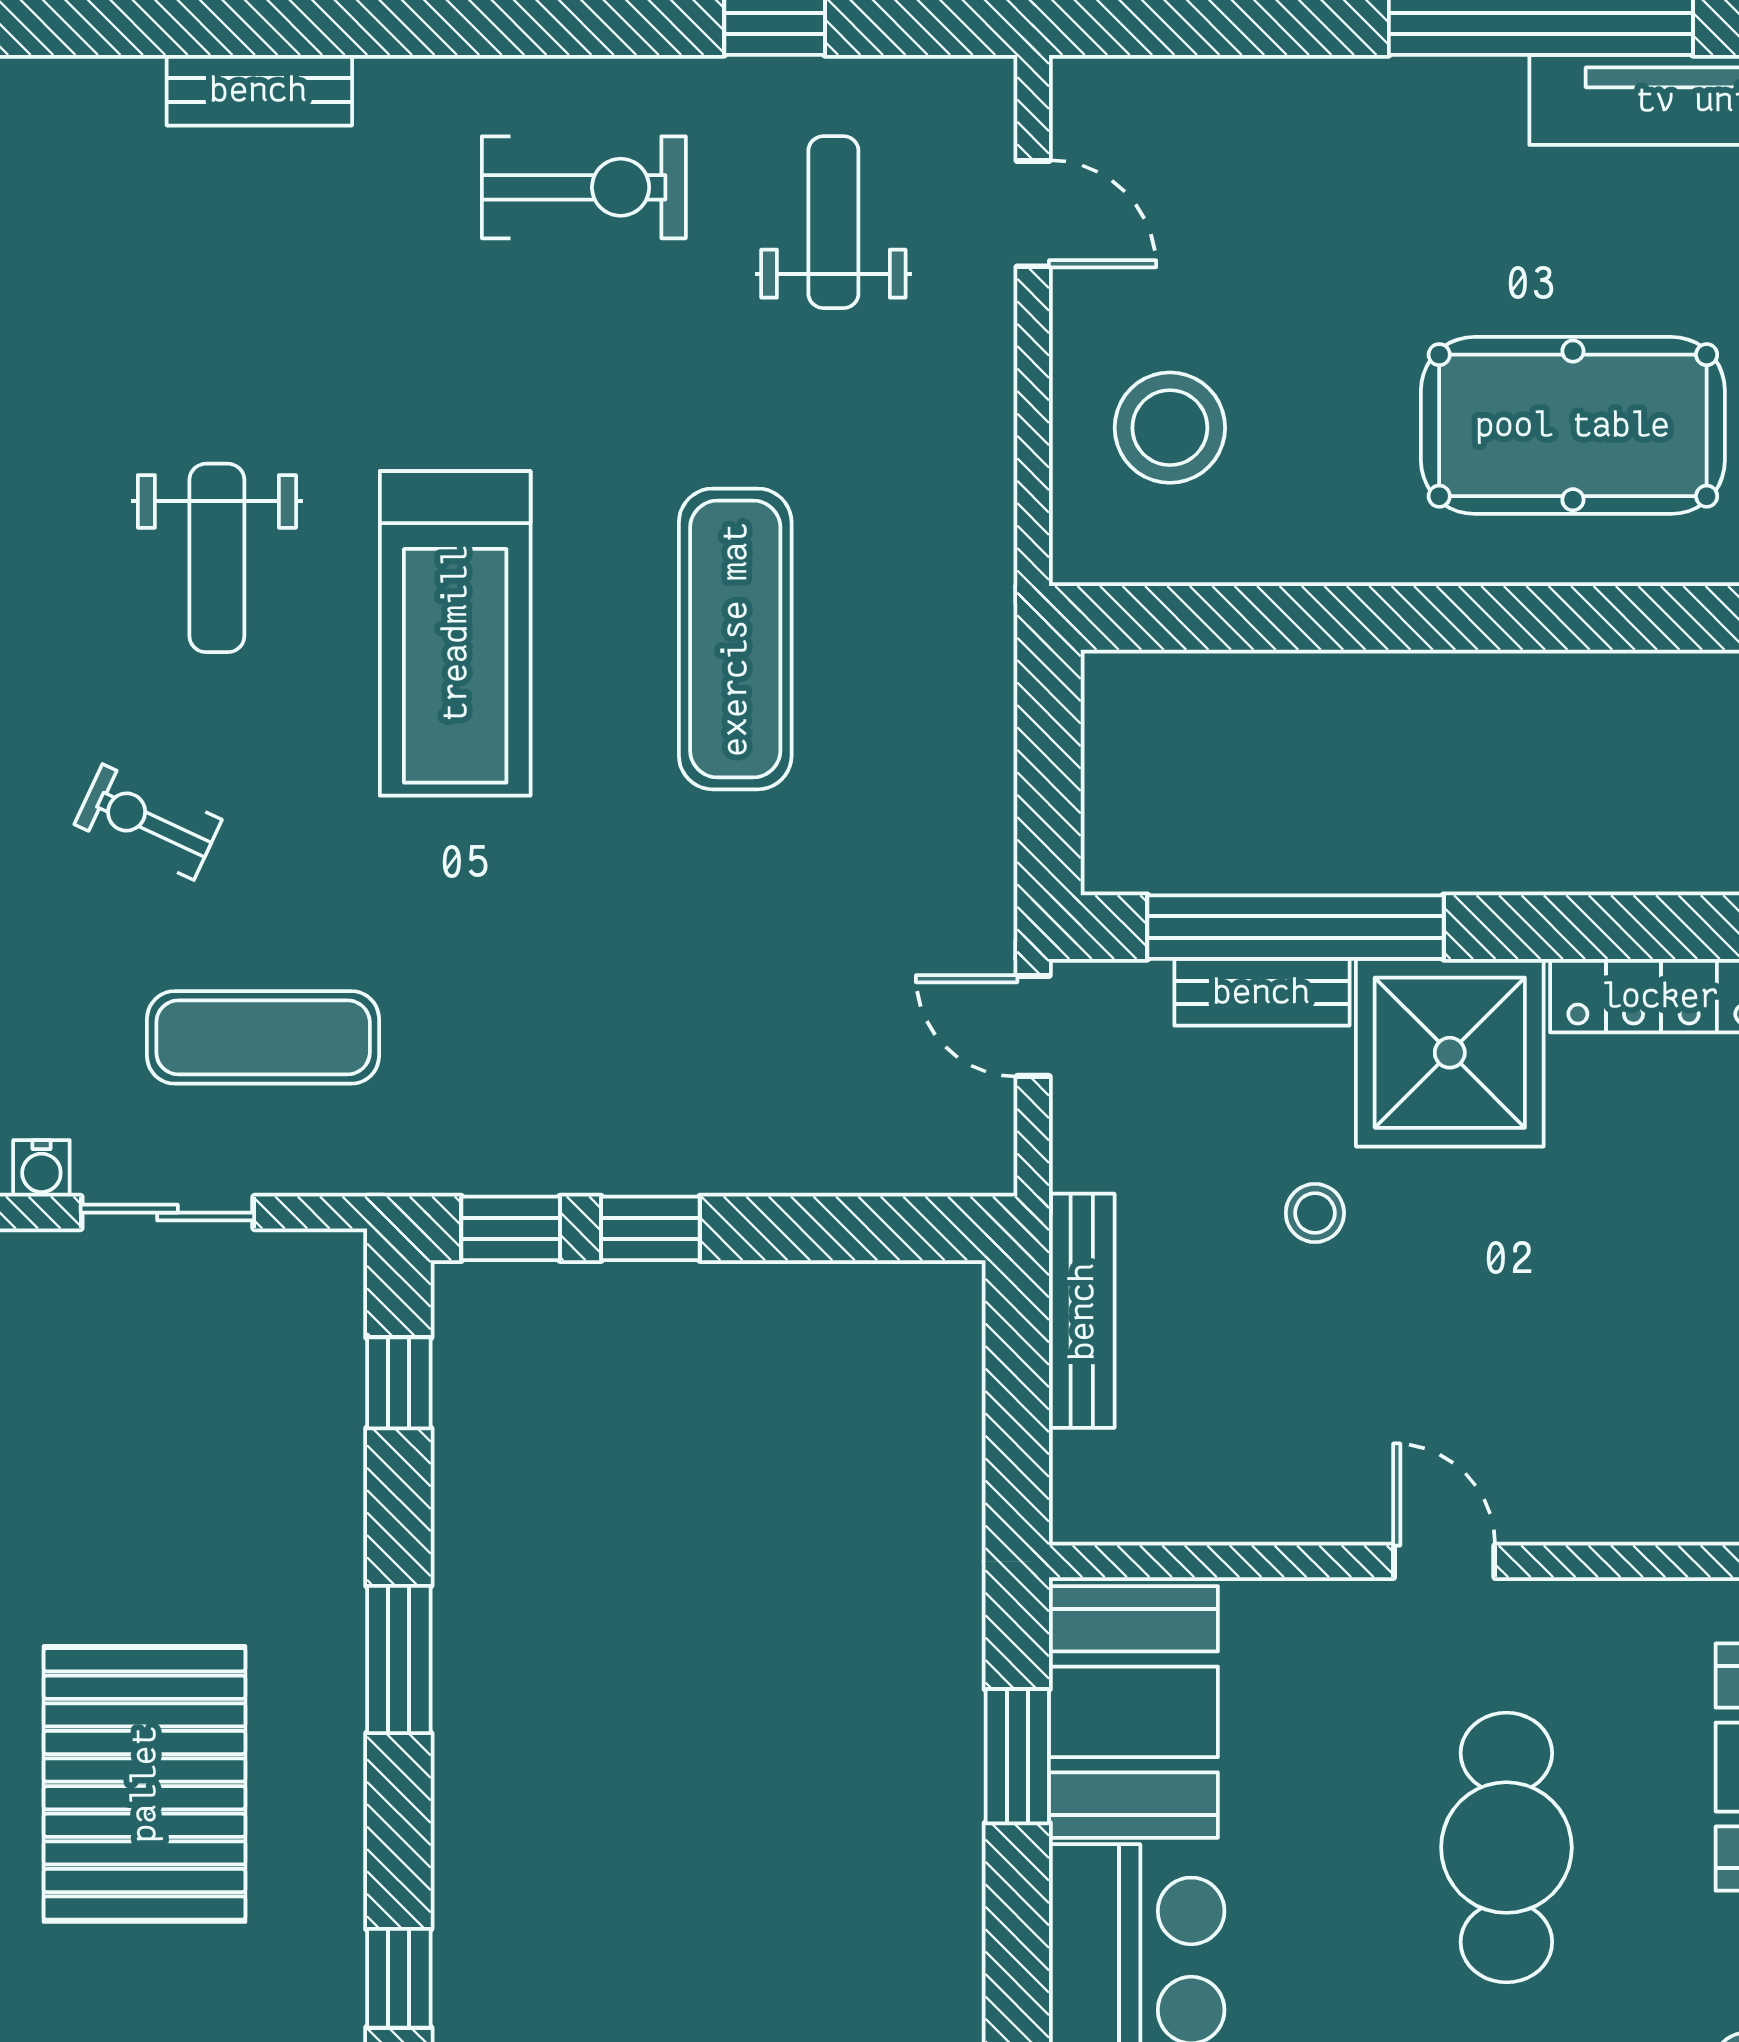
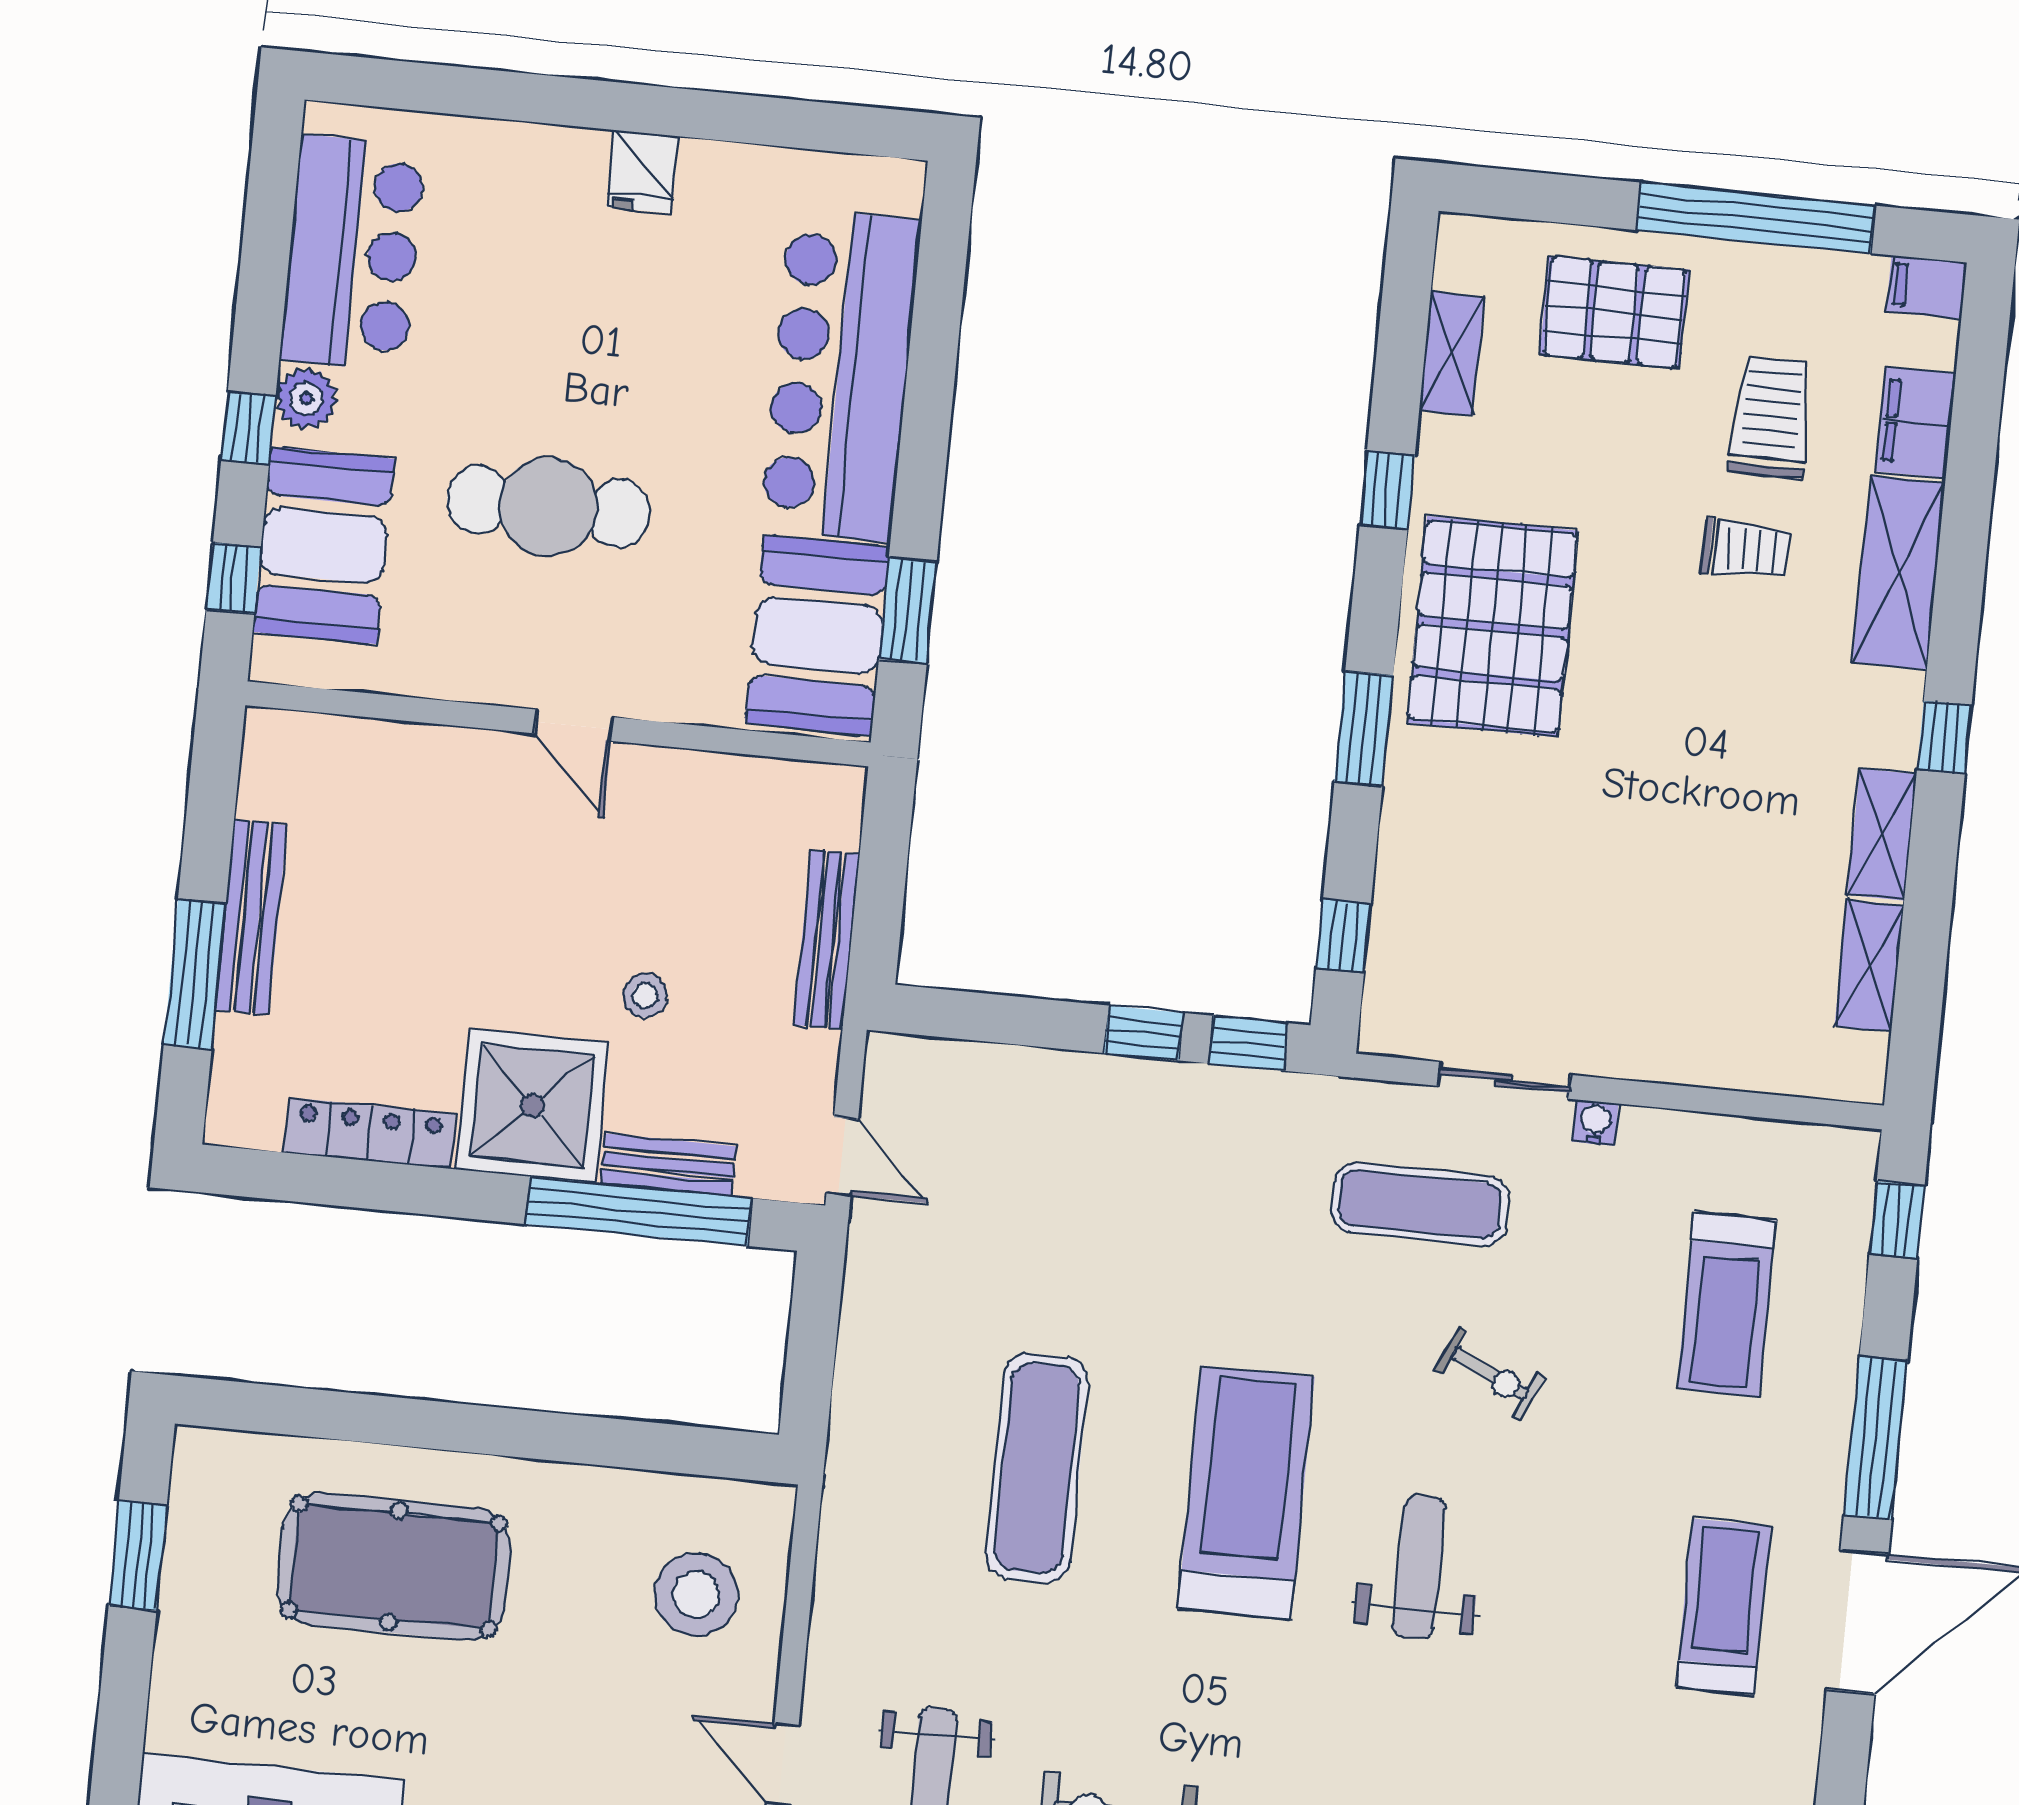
pallet: (144, 1784) -> (1493, 627), moved
cafe table: (1506, 1848) -> (548, 506), turned 90

